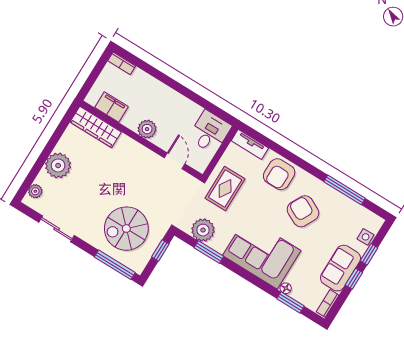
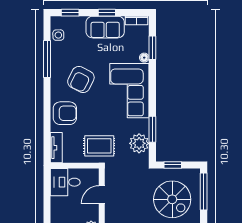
side table: (366, 237) -> (58, 35), moved
window: (369, 254) -> (70, 13), moved

